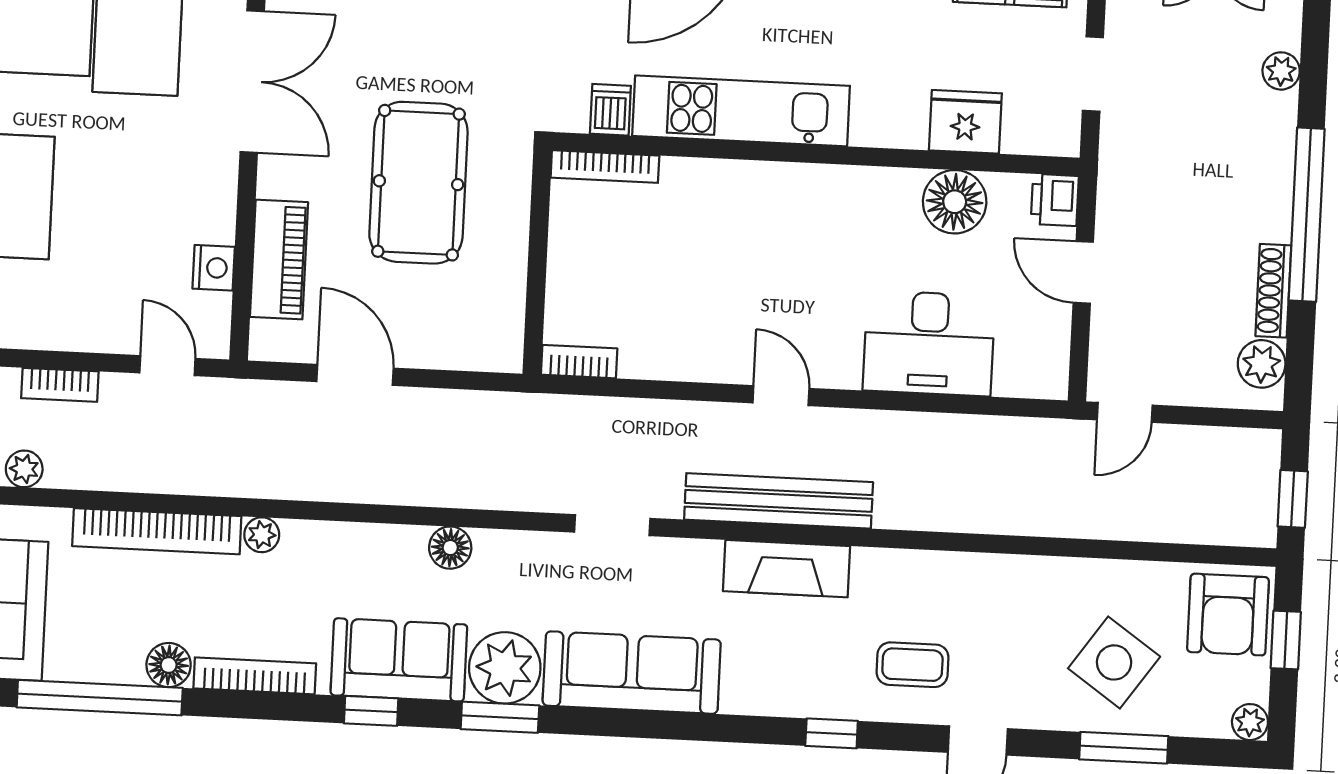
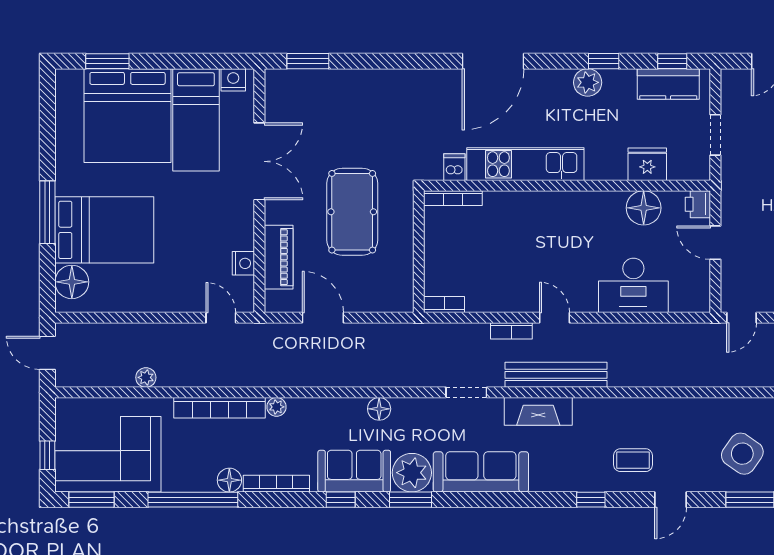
bookcase: (60, 385) -> (511, 331), moved
fireplace: (787, 569) -> (538, 411), moved

